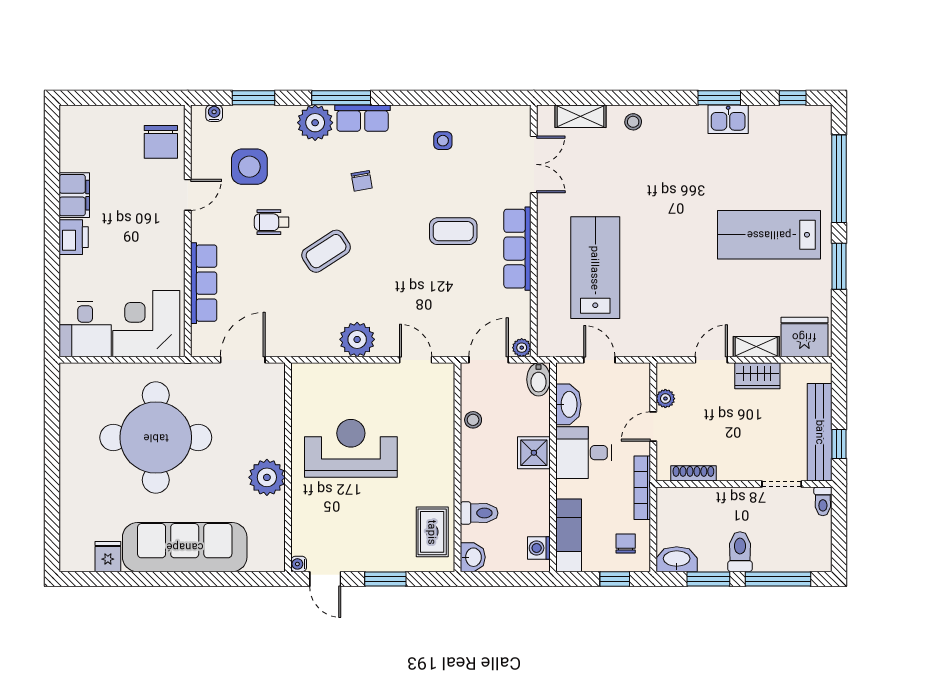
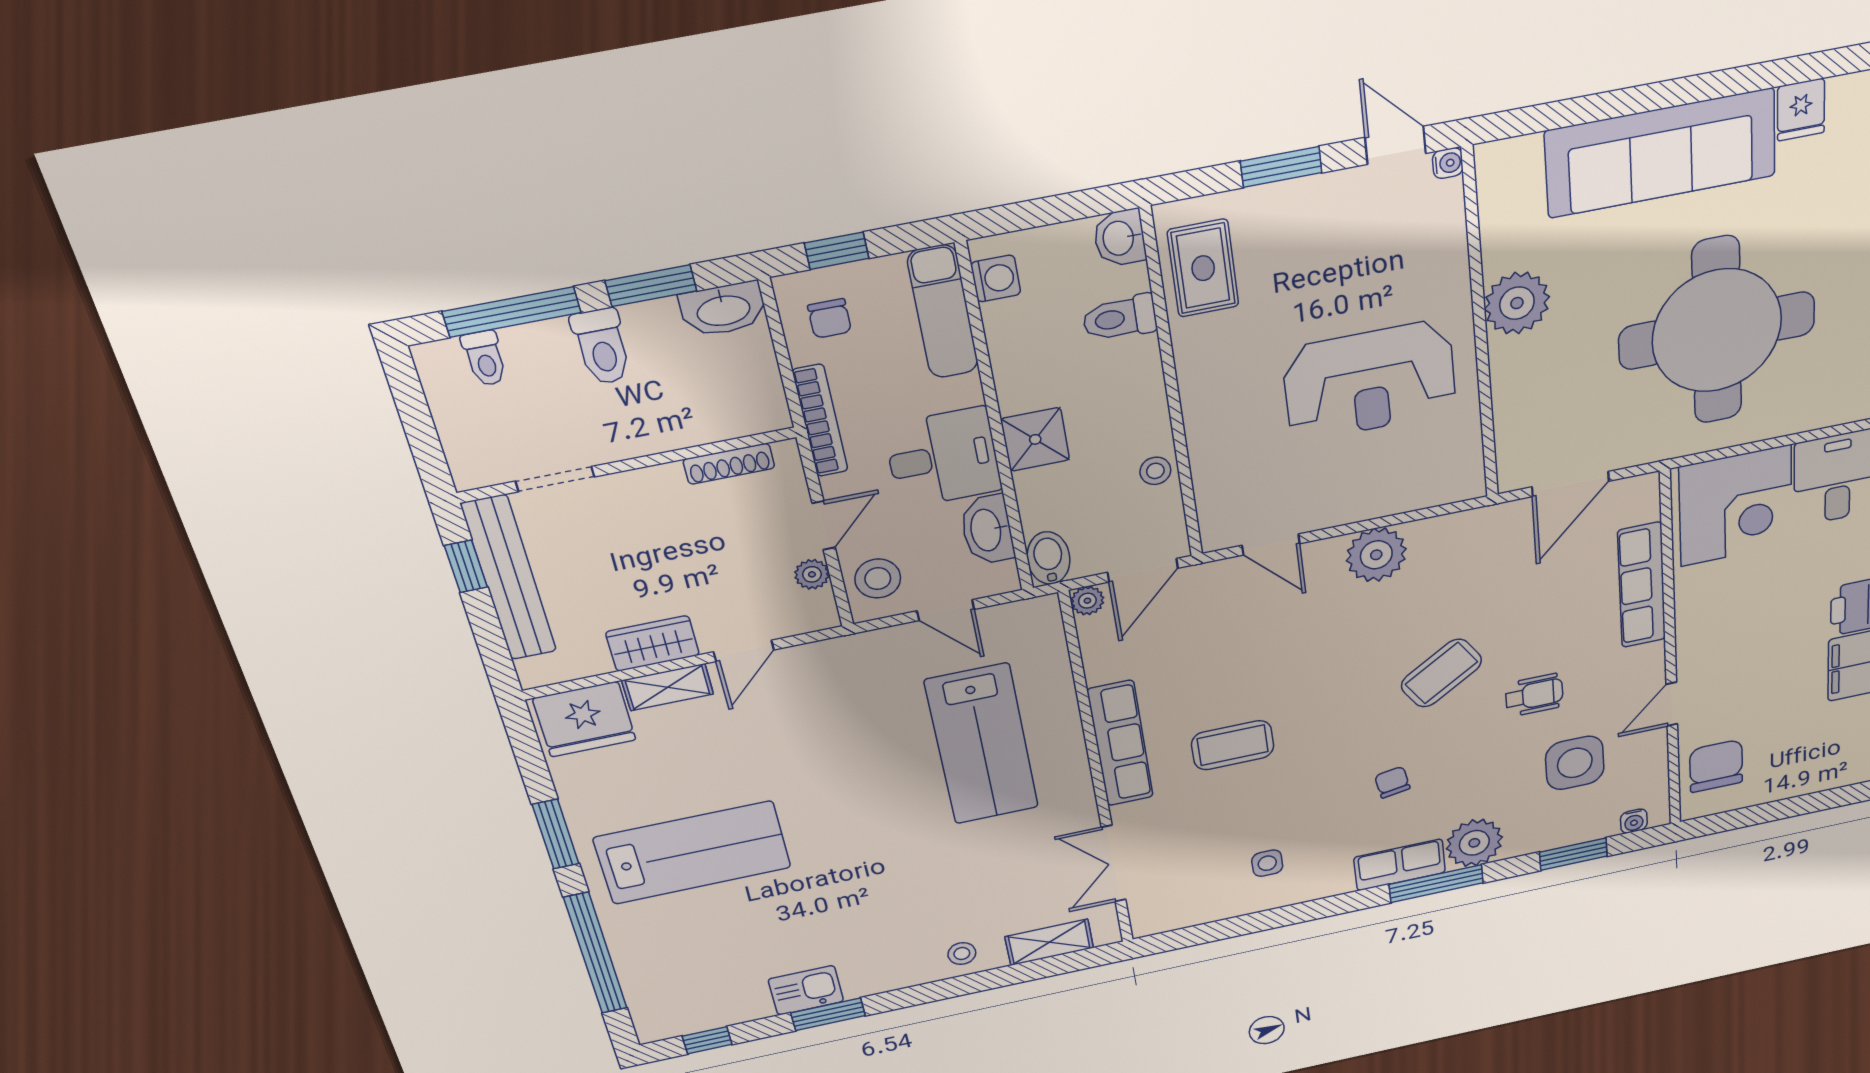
stool: (632, 388) -> (878, 579), added
toilet: (823, 501) -> (485, 358), moved, turned 180

